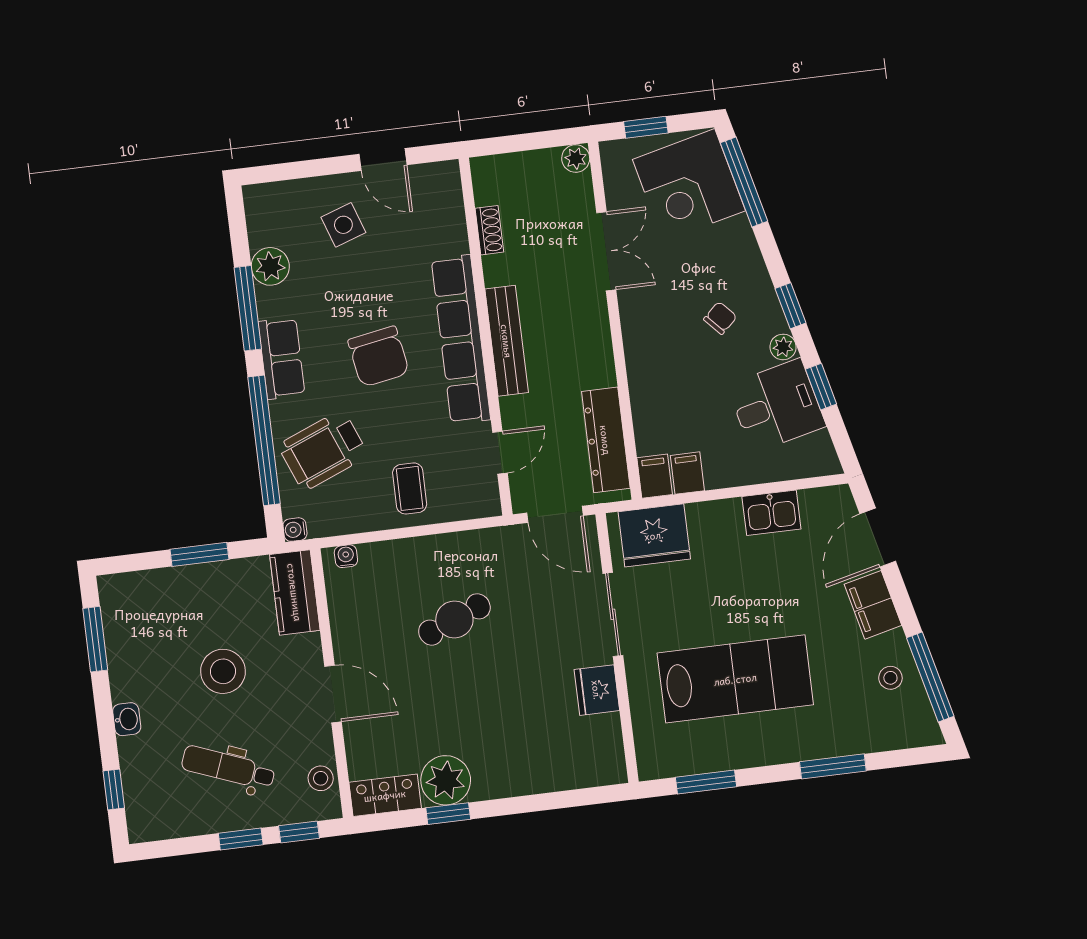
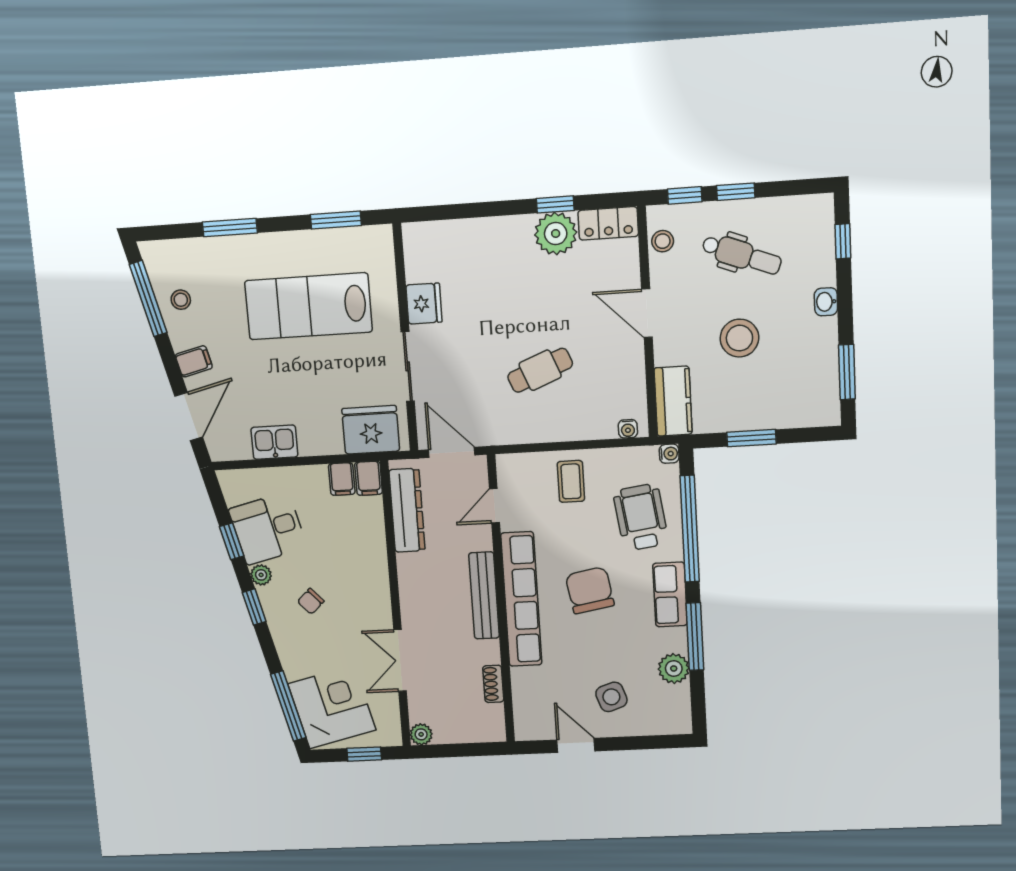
wheelchair: (323, 450) -> (641, 517), turned -76
filing cabinet: (873, 605) -> (194, 361), width x0.50

